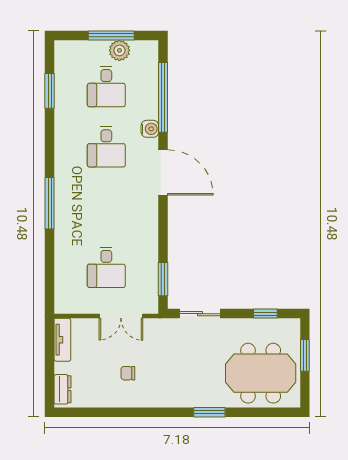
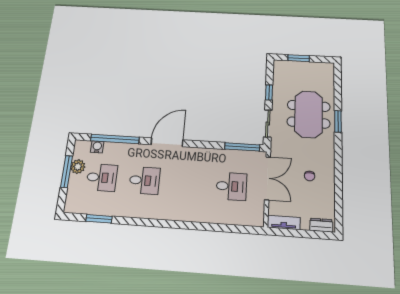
water cooler: (150, 129) -> (97, 147), moved
window: (50, 203) -> (181, 225), removed
window: (163, 279) -> (242, 147), width x1.44
window: (265, 314) -> (269, 92), moved
double door: (121, 316) -> (267, 178), width x1.37
meeting table: (261, 373) -> (309, 114), moved

